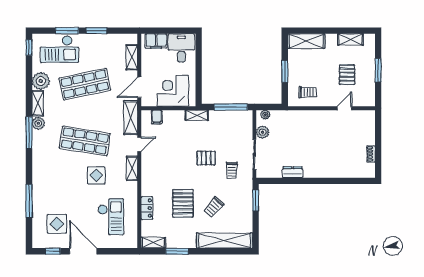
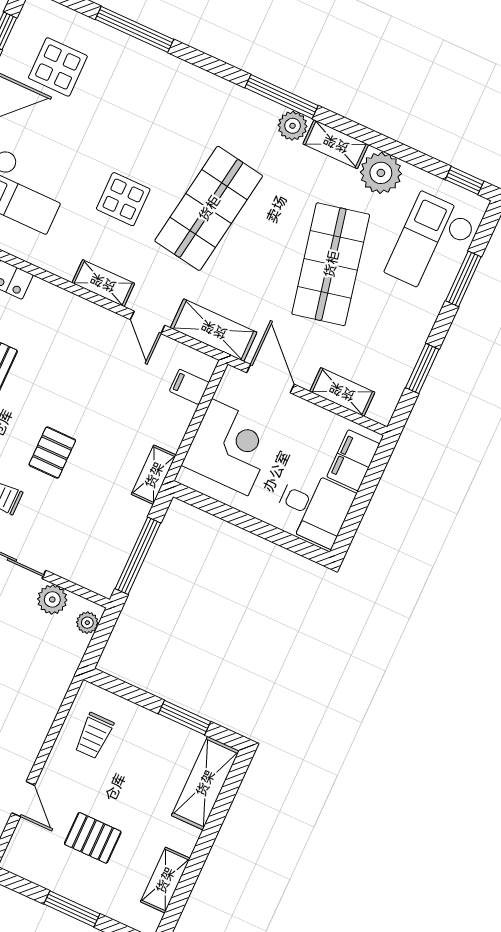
window: (96, 31) -> (422, 368), moved
window: (285, 71) -> (184, 718), moved

